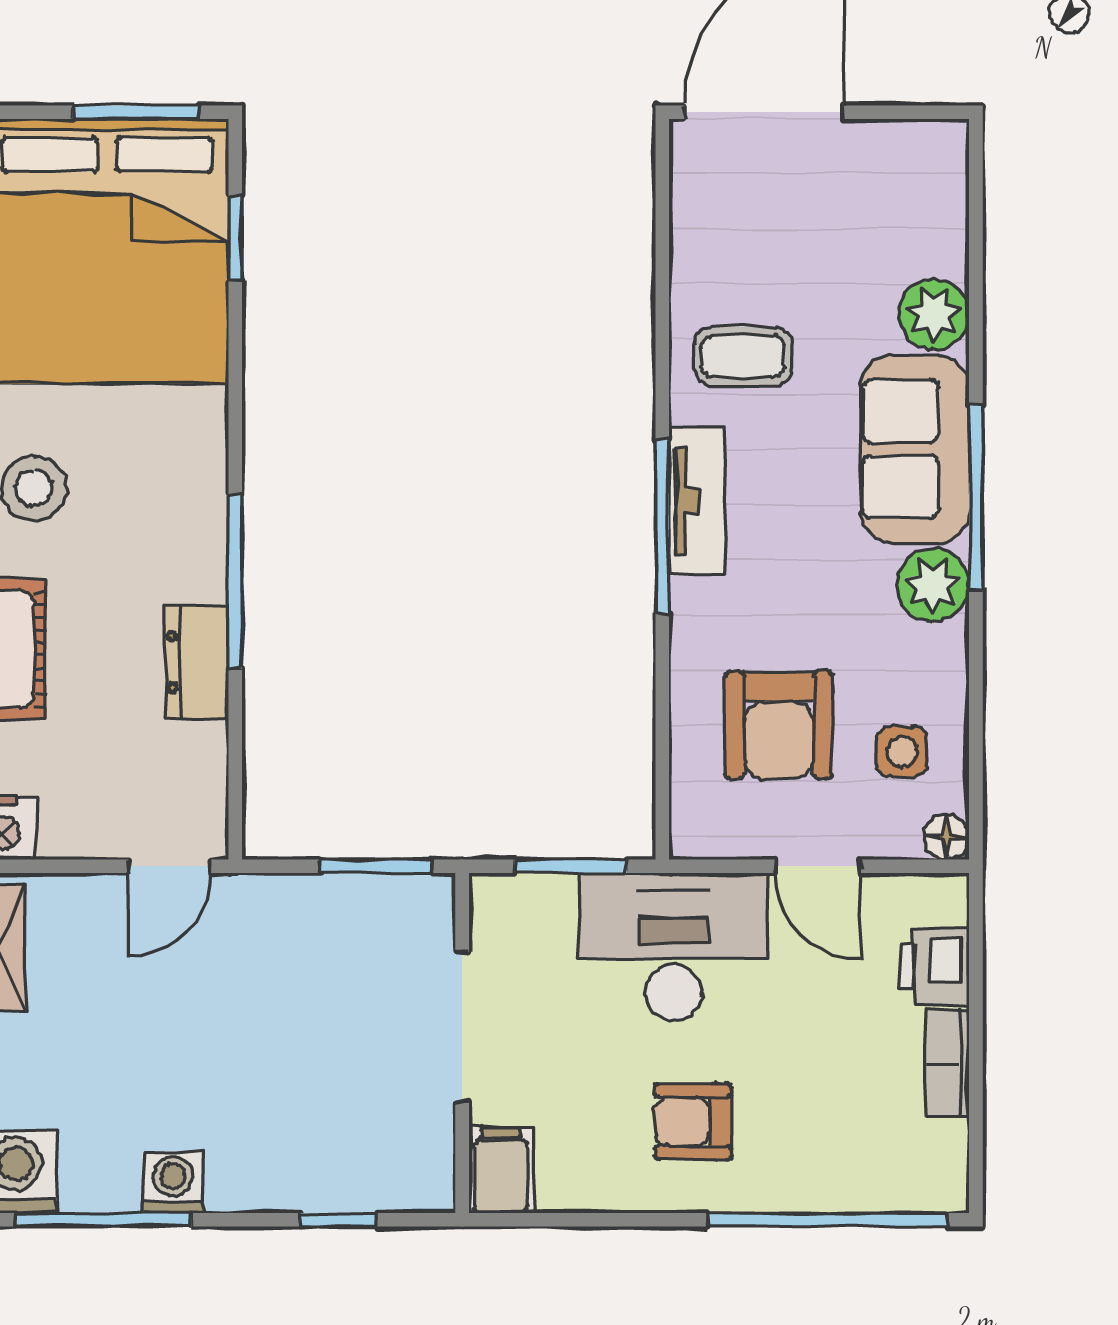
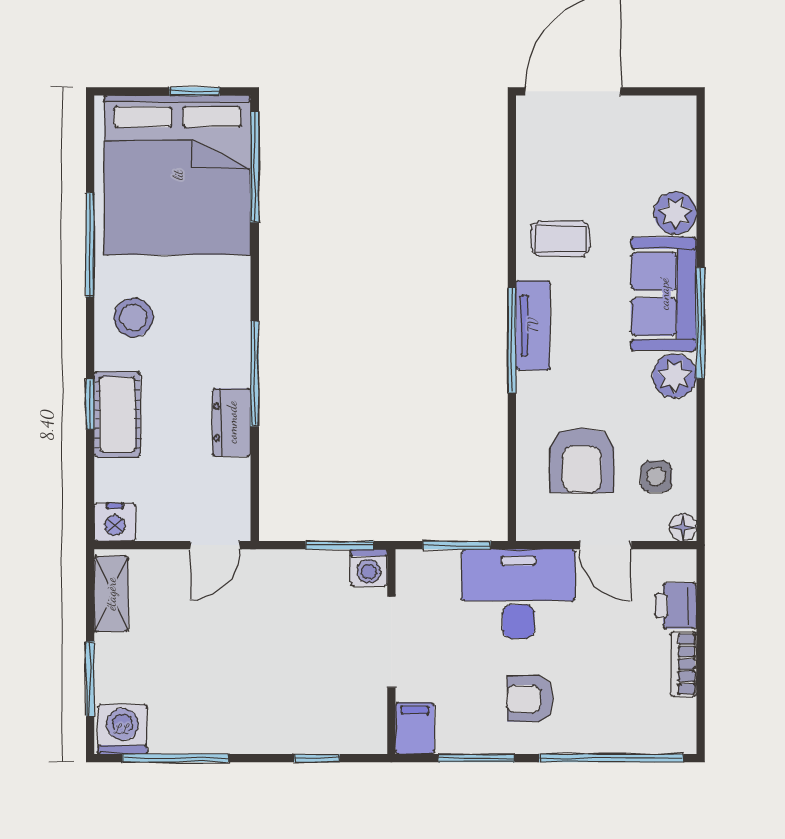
window: (135, 112) -> (195, 91), width x0.67
window: (235, 238) -> (255, 167), width x2.17
washing machine: (173, 1182) -> (369, 568), moved, turned 180
window: (603, 1220) -> (476, 758), added

